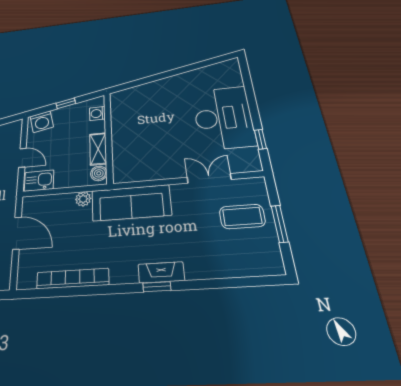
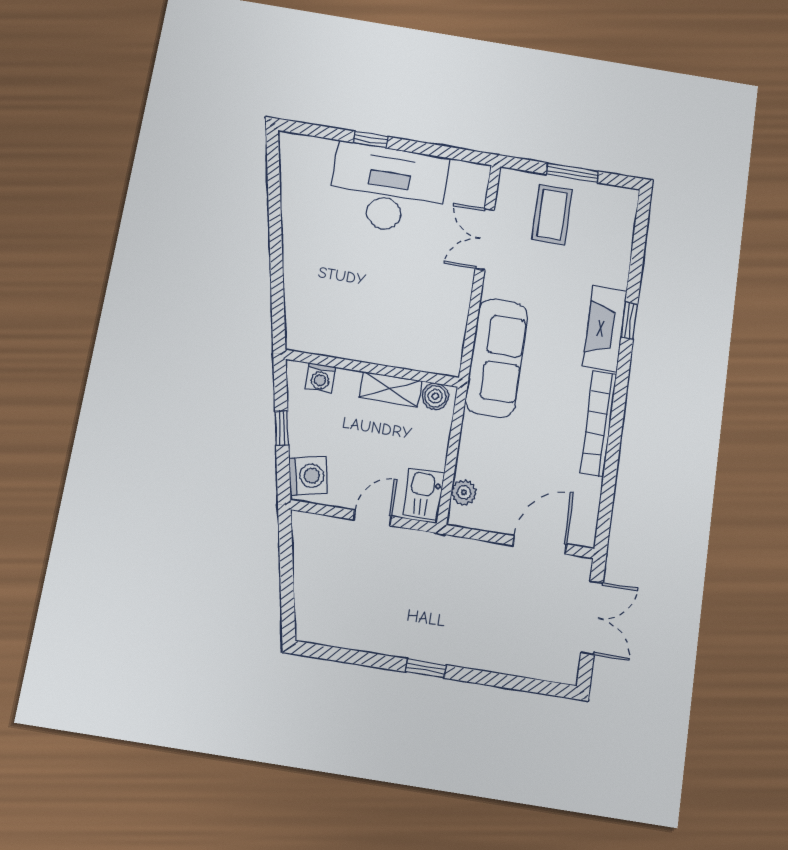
window: (260, 139) -> (370, 140), moved
plant: (83, 199) -> (464, 492), moved
door: (17, 233) -> (540, 545), moved
fireplace: (161, 272) -> (605, 329), width x1.37, depth x1.32
bookcase: (73, 279) -> (598, 423), moved
window: (157, 287) -> (629, 320), moved

